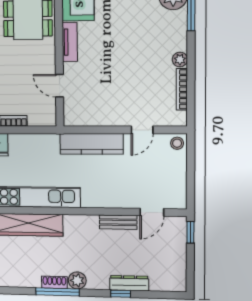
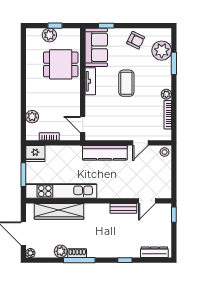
coffee table: (122, 44) -> (126, 83), added
door: (59, 86) -> (83, 124), moved
plant: (77, 280) -> (61, 251), moved
dresser: (129, 283) -> (154, 252), moved

